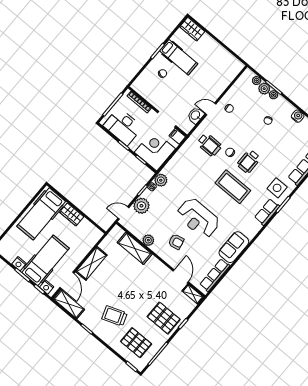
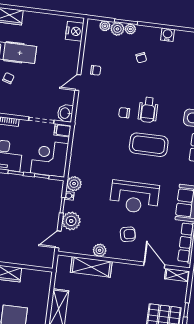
nightstand: (232, 70) -> (75, 31), added
washbasin: (196, 115) -> (65, 113), moved
wheelchair: (209, 145) -> (99, 118), removed

